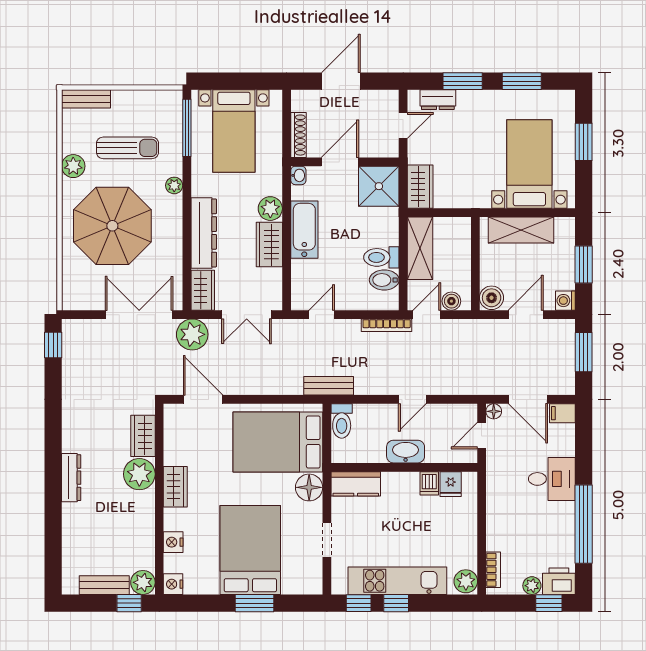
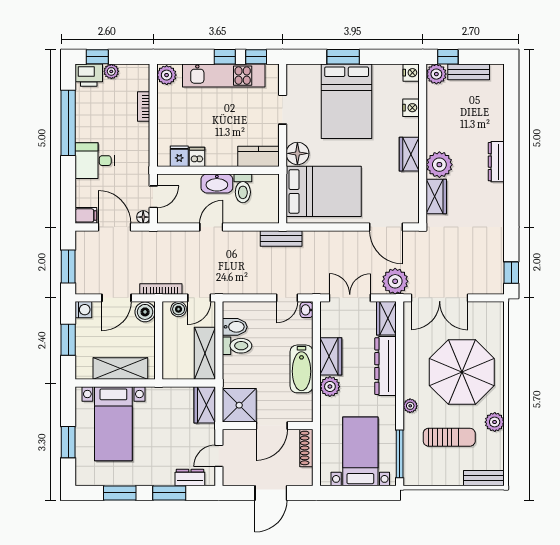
sun lounger: (127, 148) -> (449, 437), turned 180
washbasin: (298, 175) -> (306, 310), moved
bookcase: (387, 325) -> (161, 289), moved
toilet: (342, 421) -> (243, 188), moved, turned 180
bookcase: (493, 570) -> (144, 107), moved

